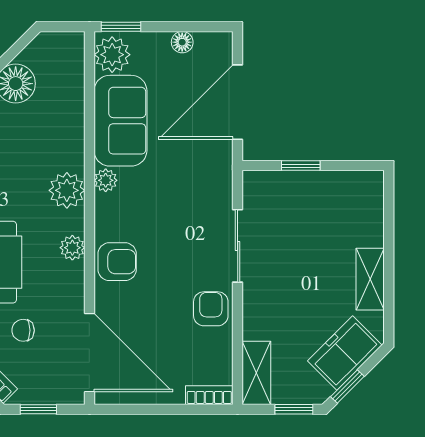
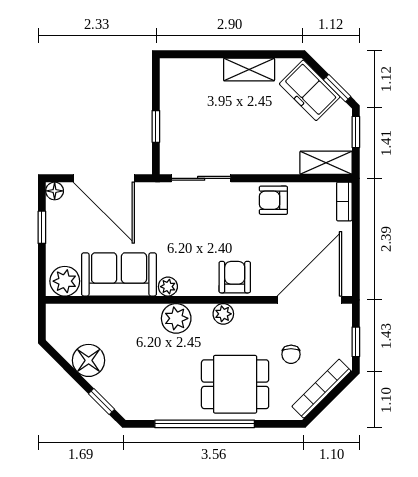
window: (121, 27) -> (42, 227), moved
floor lamp: (182, 42) -> (55, 191), moved
sliding door: (238, 246) -> (201, 178), moved

